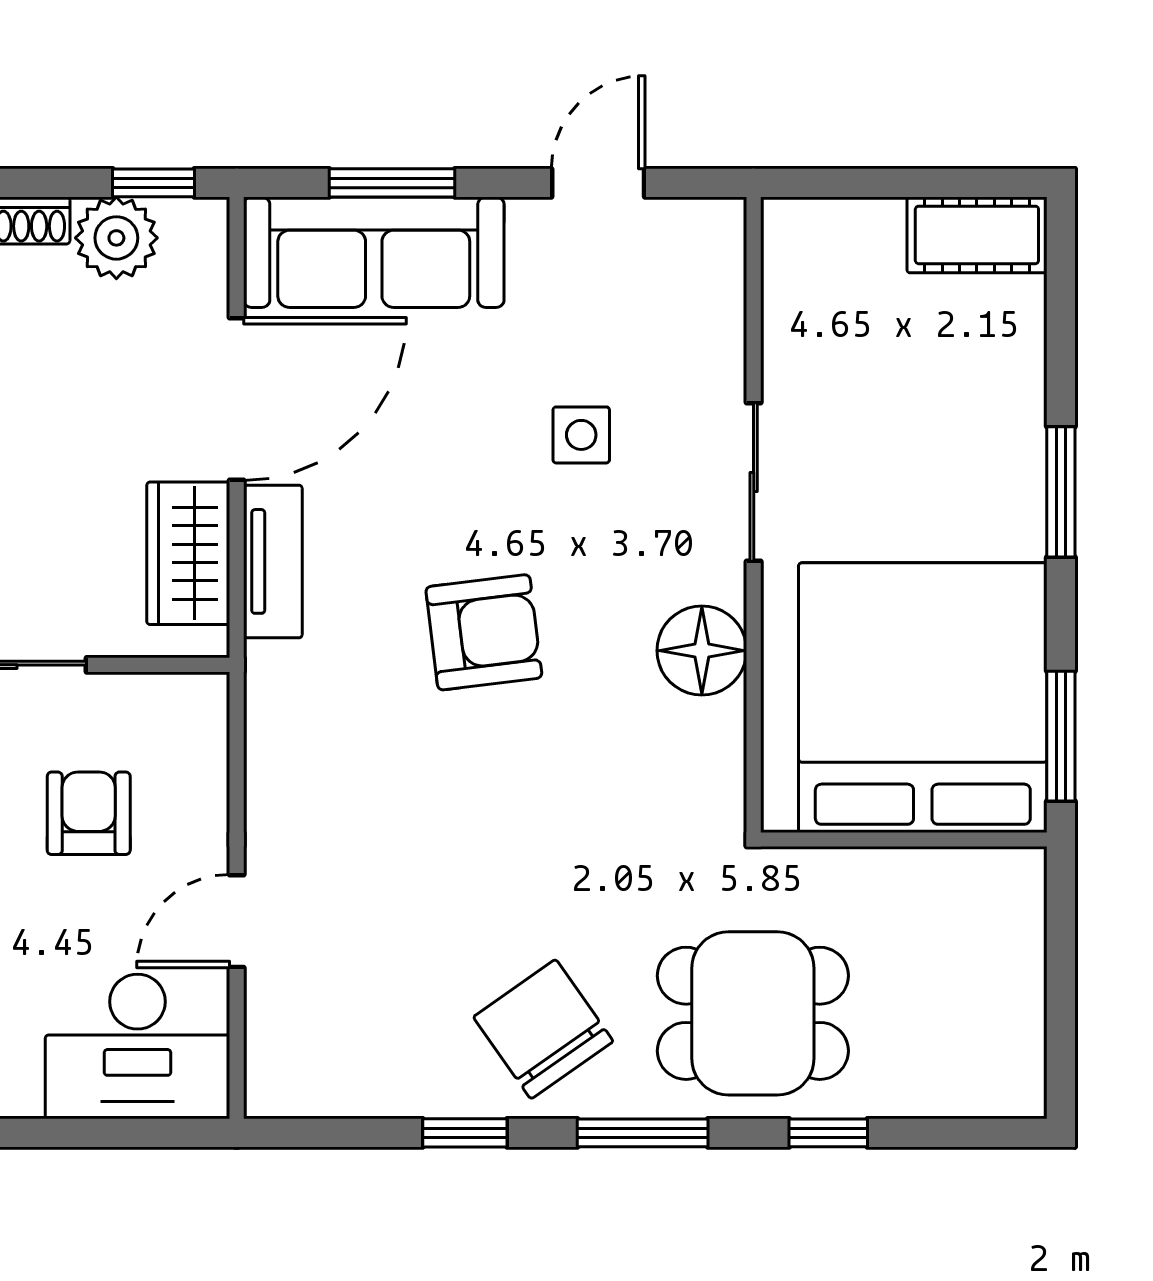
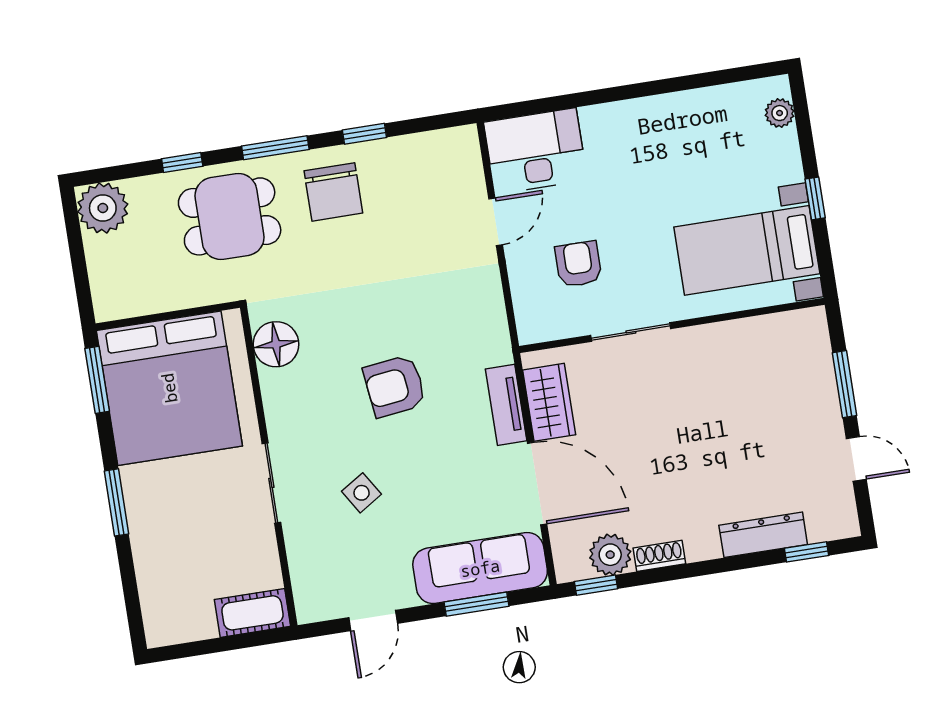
cot: (977, 235) -> (252, 613), moved
door: (237, 399) -> (537, 484), swing flipped
side table: (581, 435) -> (362, 493), turned -32
floor lamp: (702, 651) -> (276, 344), moved
armchair: (89, 813) -> (578, 264), turned 180
chair: (543, 1029) -> (333, 192), turned 35
plant: (997, 1069) -> (103, 208), added

